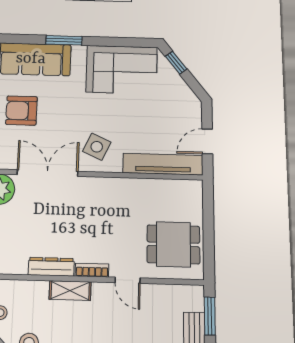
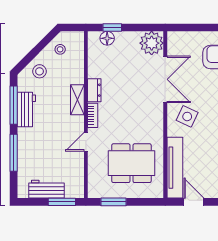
dining table: (173, 244) -> (131, 163), moved, width x1.38
window: (209, 245) -> (113, 202), added
dresser: (51, 267) -> (94, 90), width x0.70

